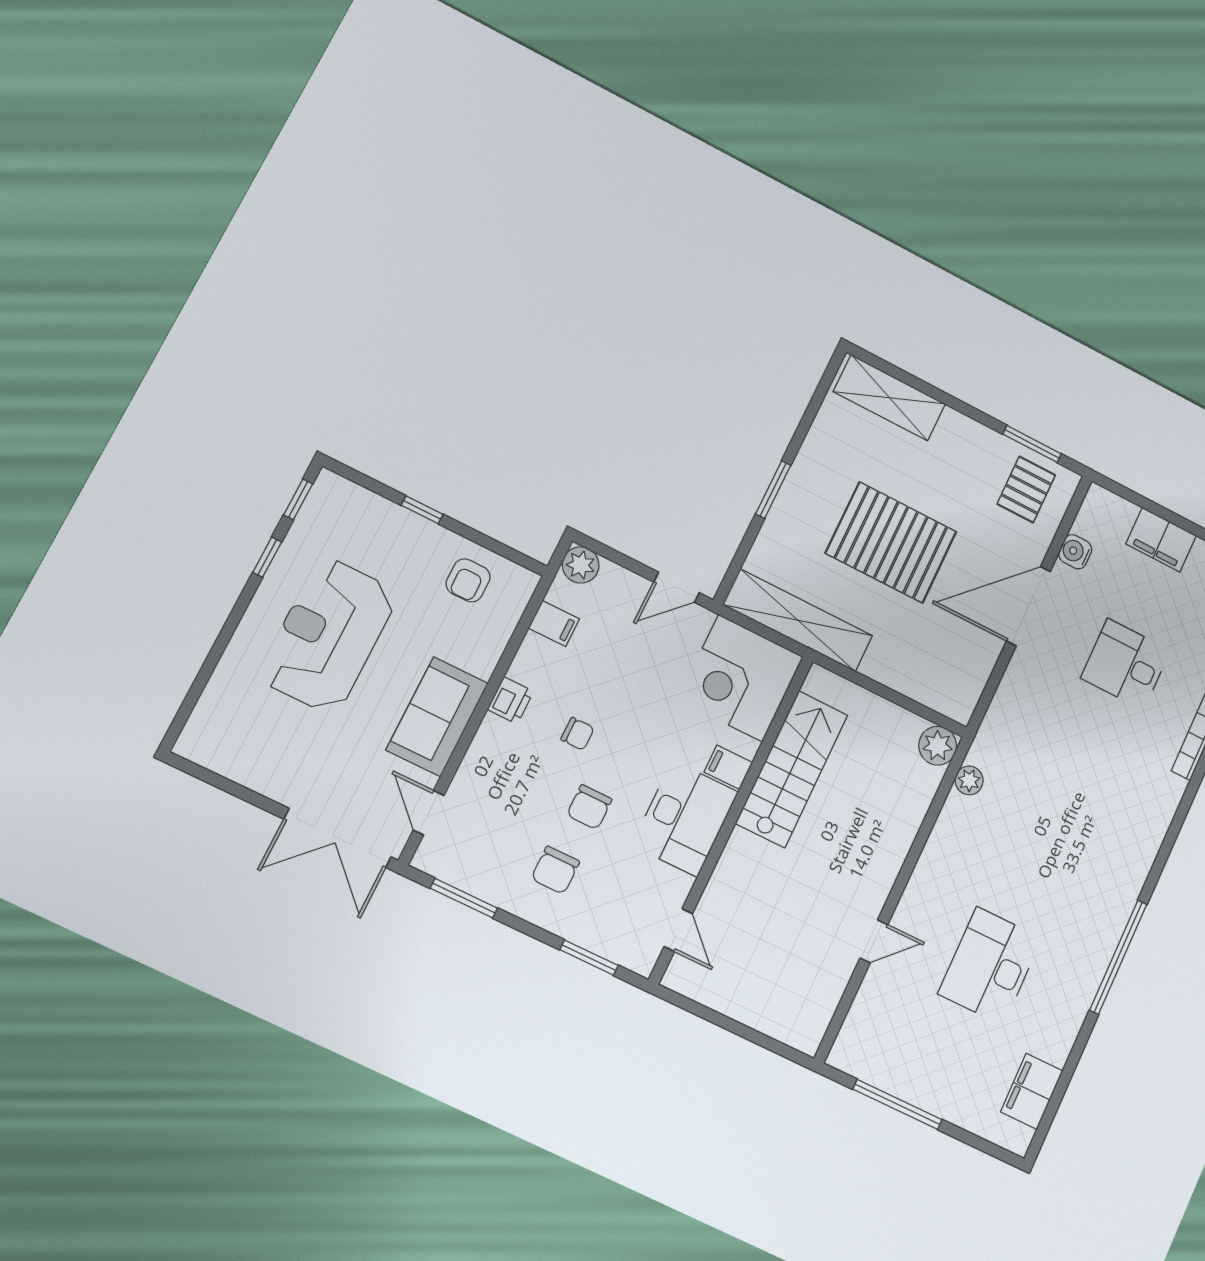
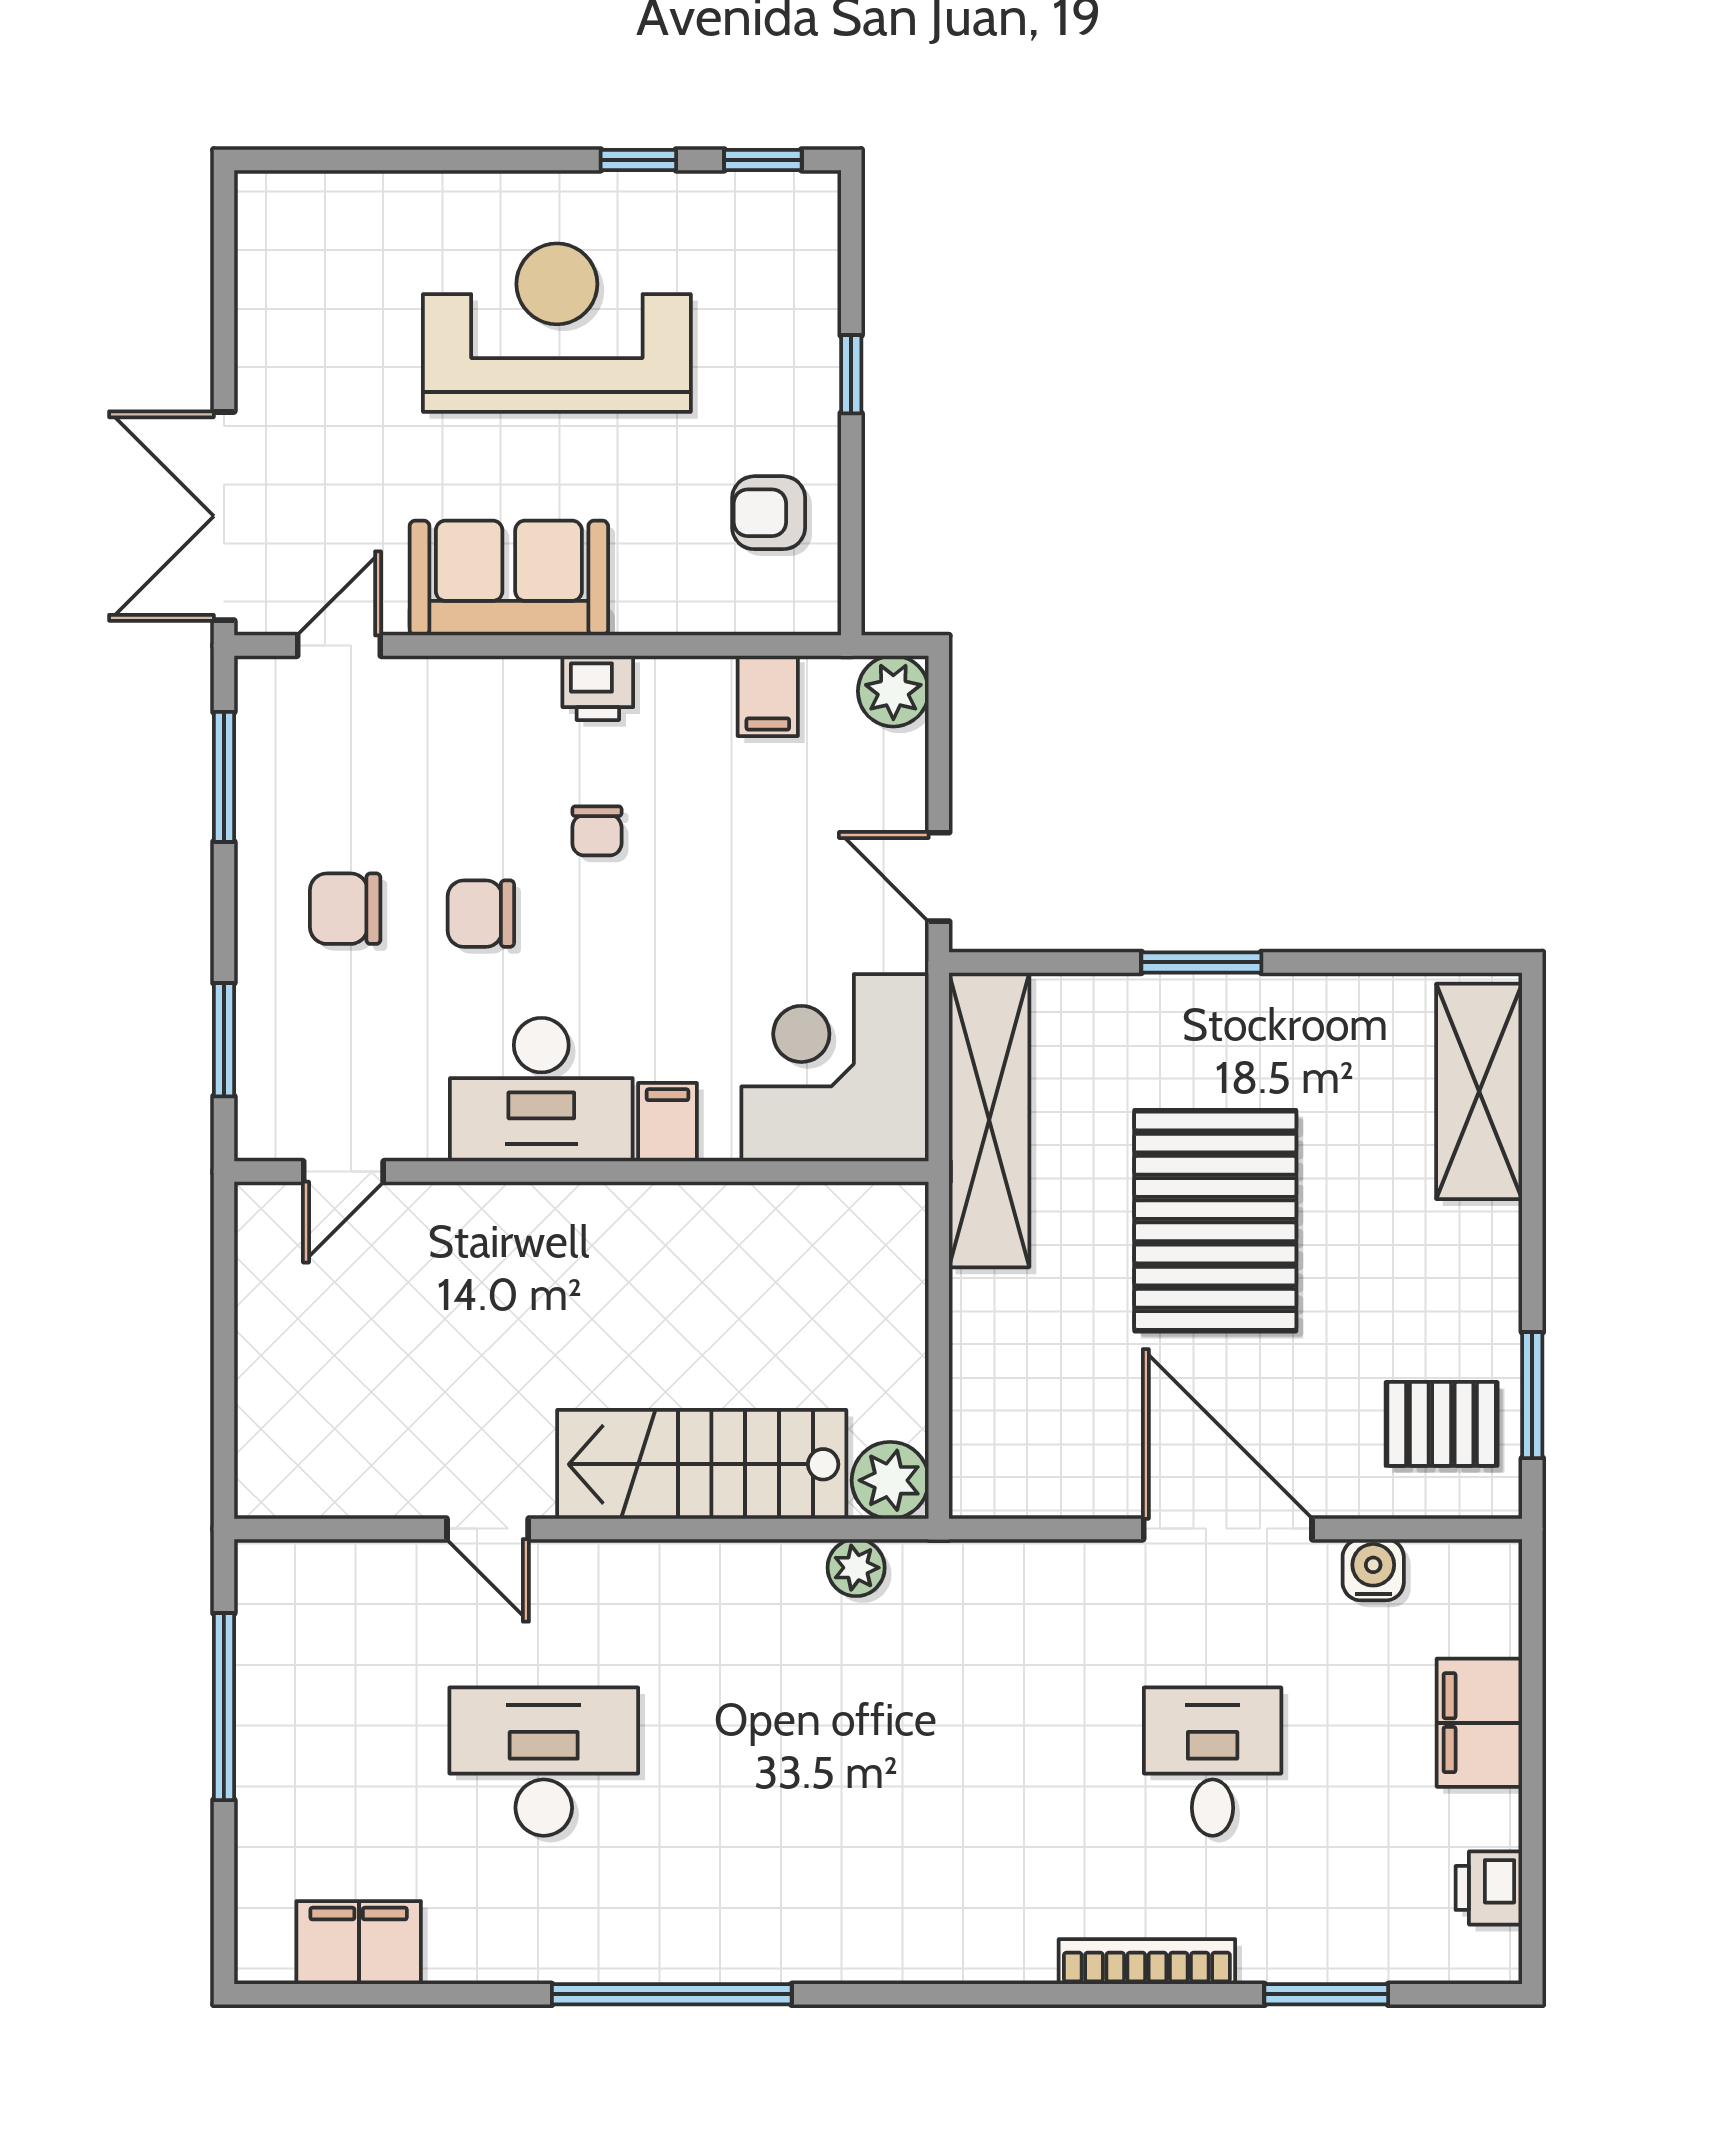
stairs: (792, 769) -> (702, 1464), moved, turned 180

